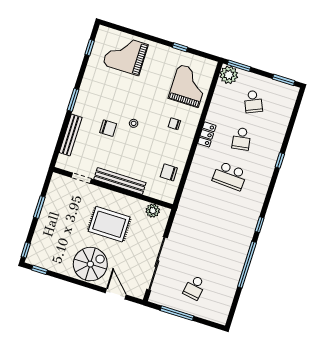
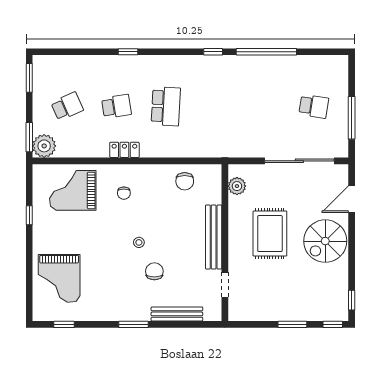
window: (39, 207) -> (292, 324), moved
spiral stairs: (90, 264) -> (325, 241), turned -90

